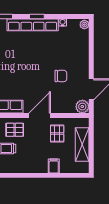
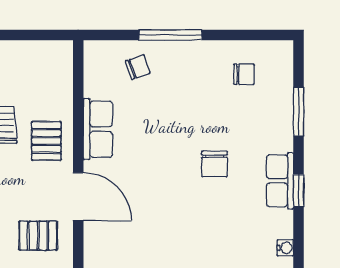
row of seats: (33, 25) -> (280, 181), width x0.50
chair: (61, 76) -> (214, 164), moved

